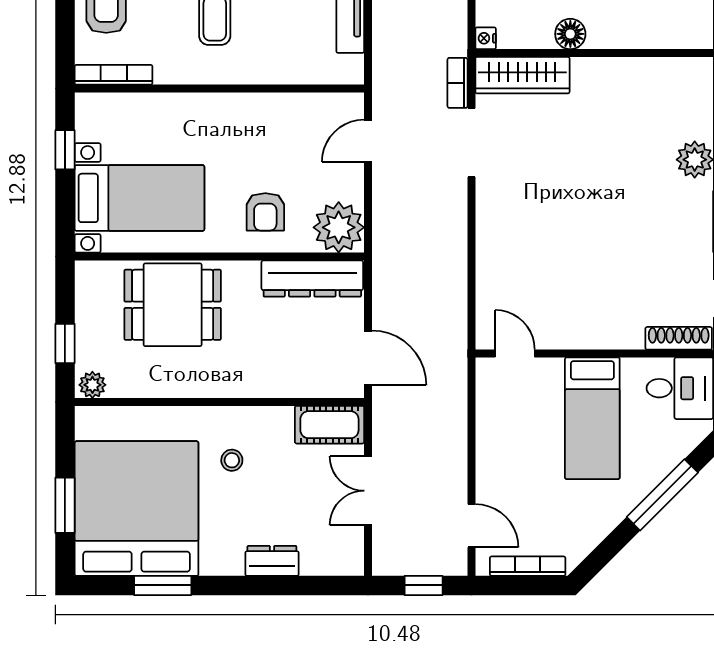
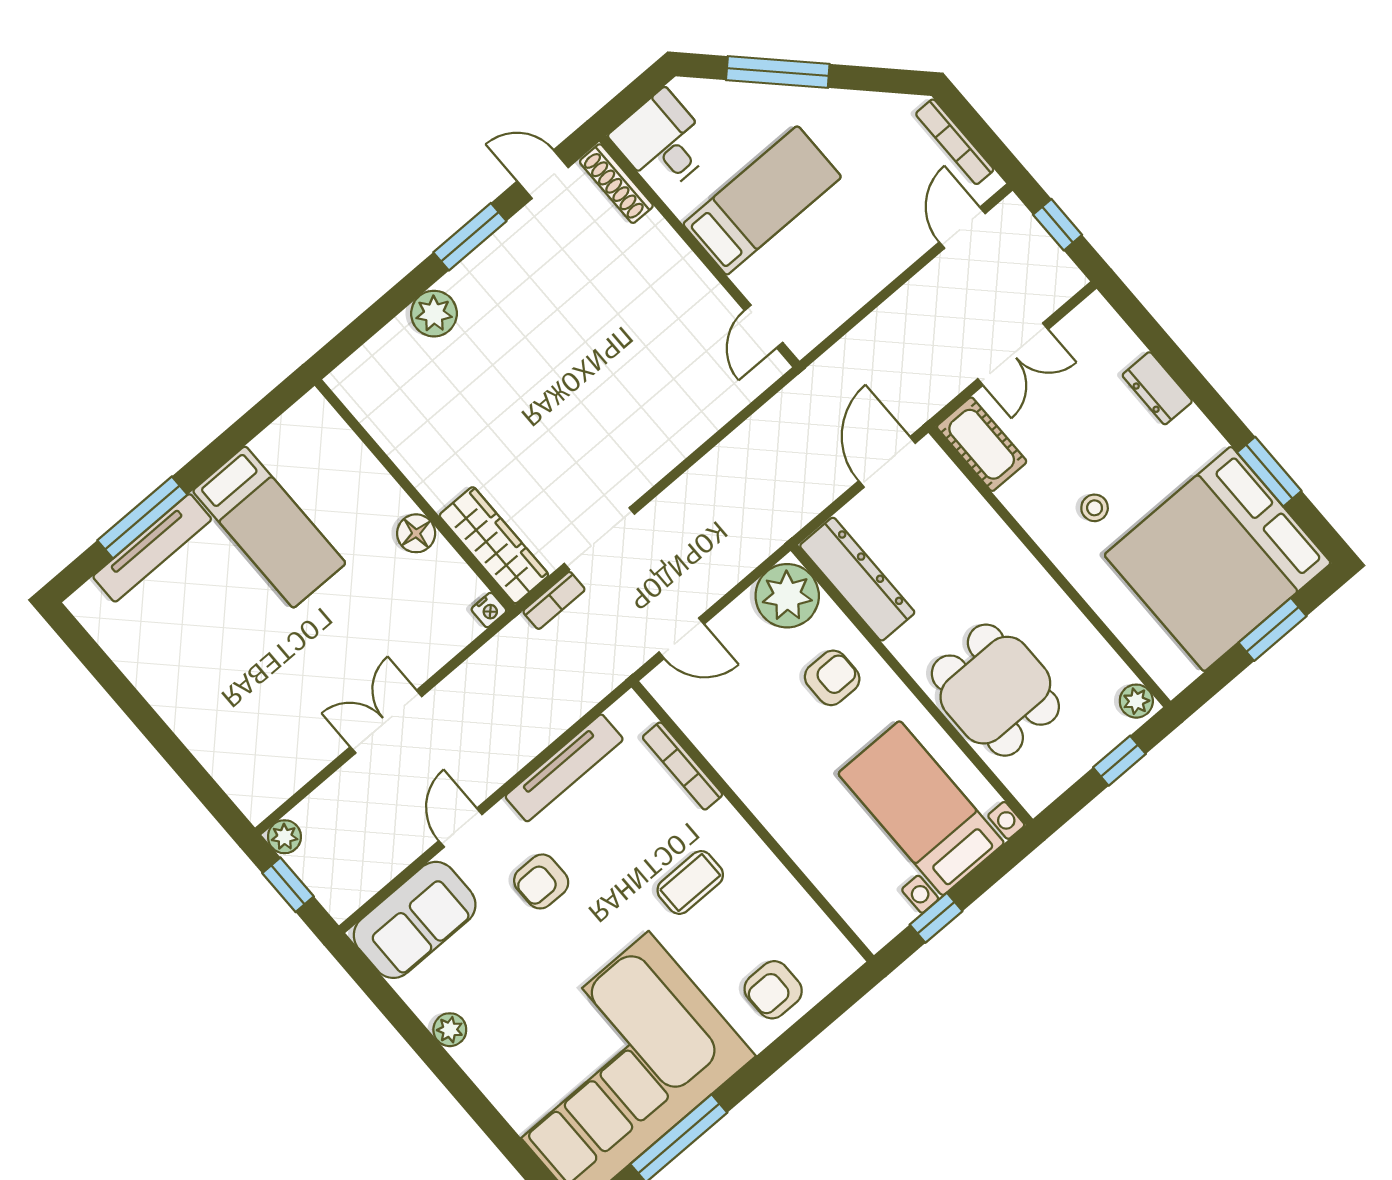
bookcase: (114, 75) -> (683, 766), moved

